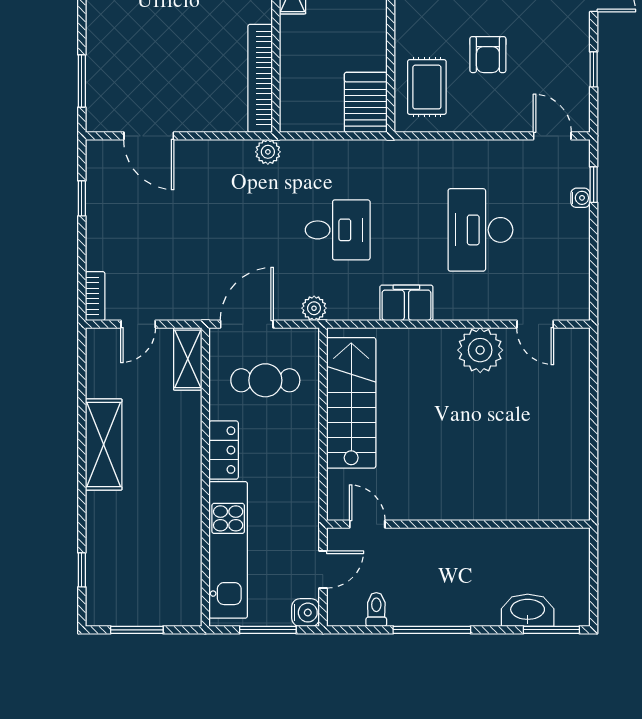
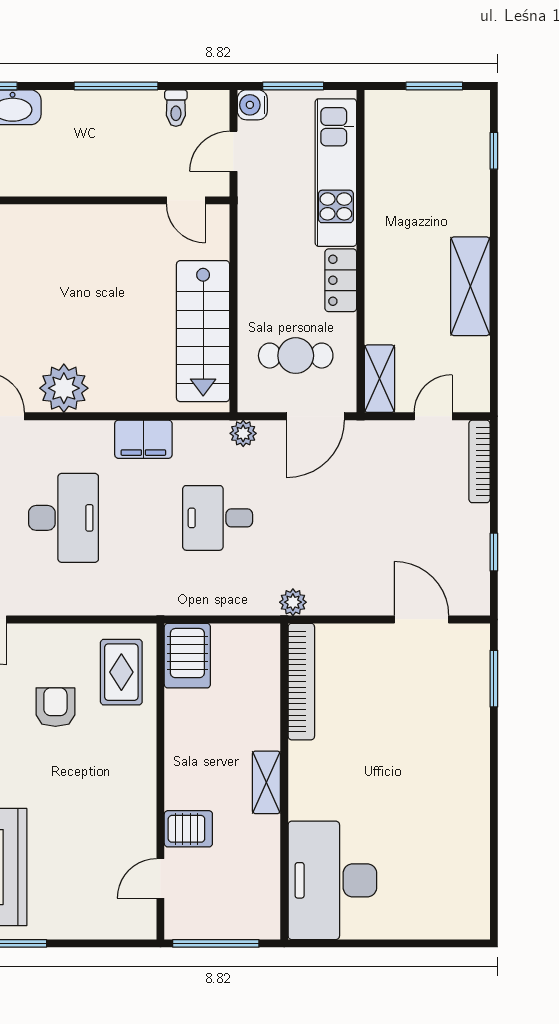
bookcase: (95, 296) -> (479, 461), width x1.56

